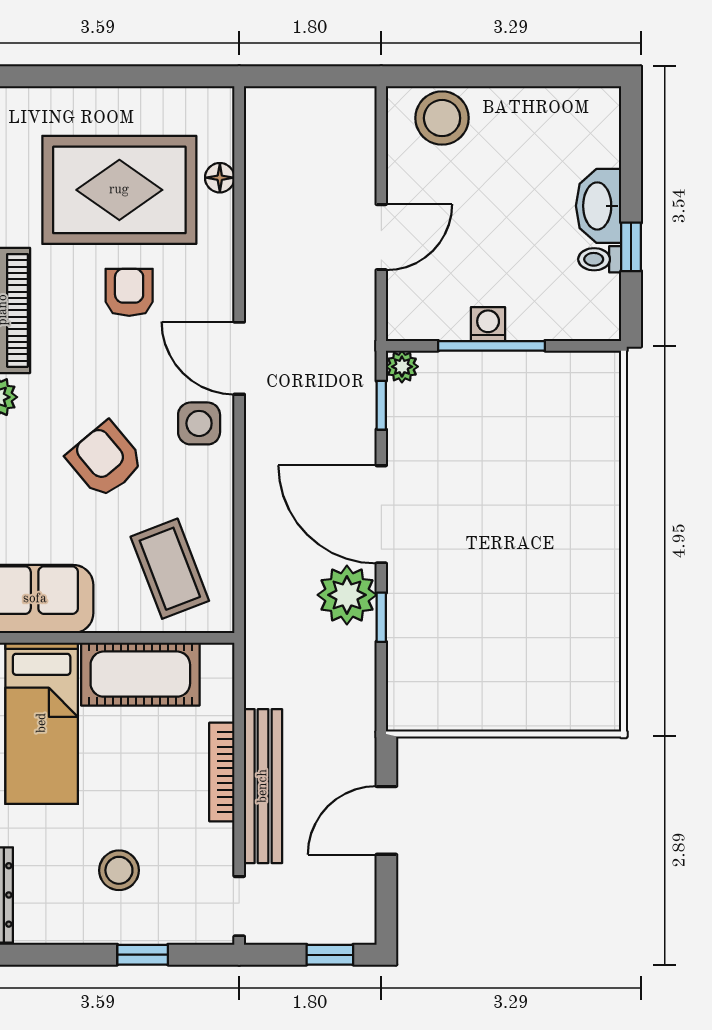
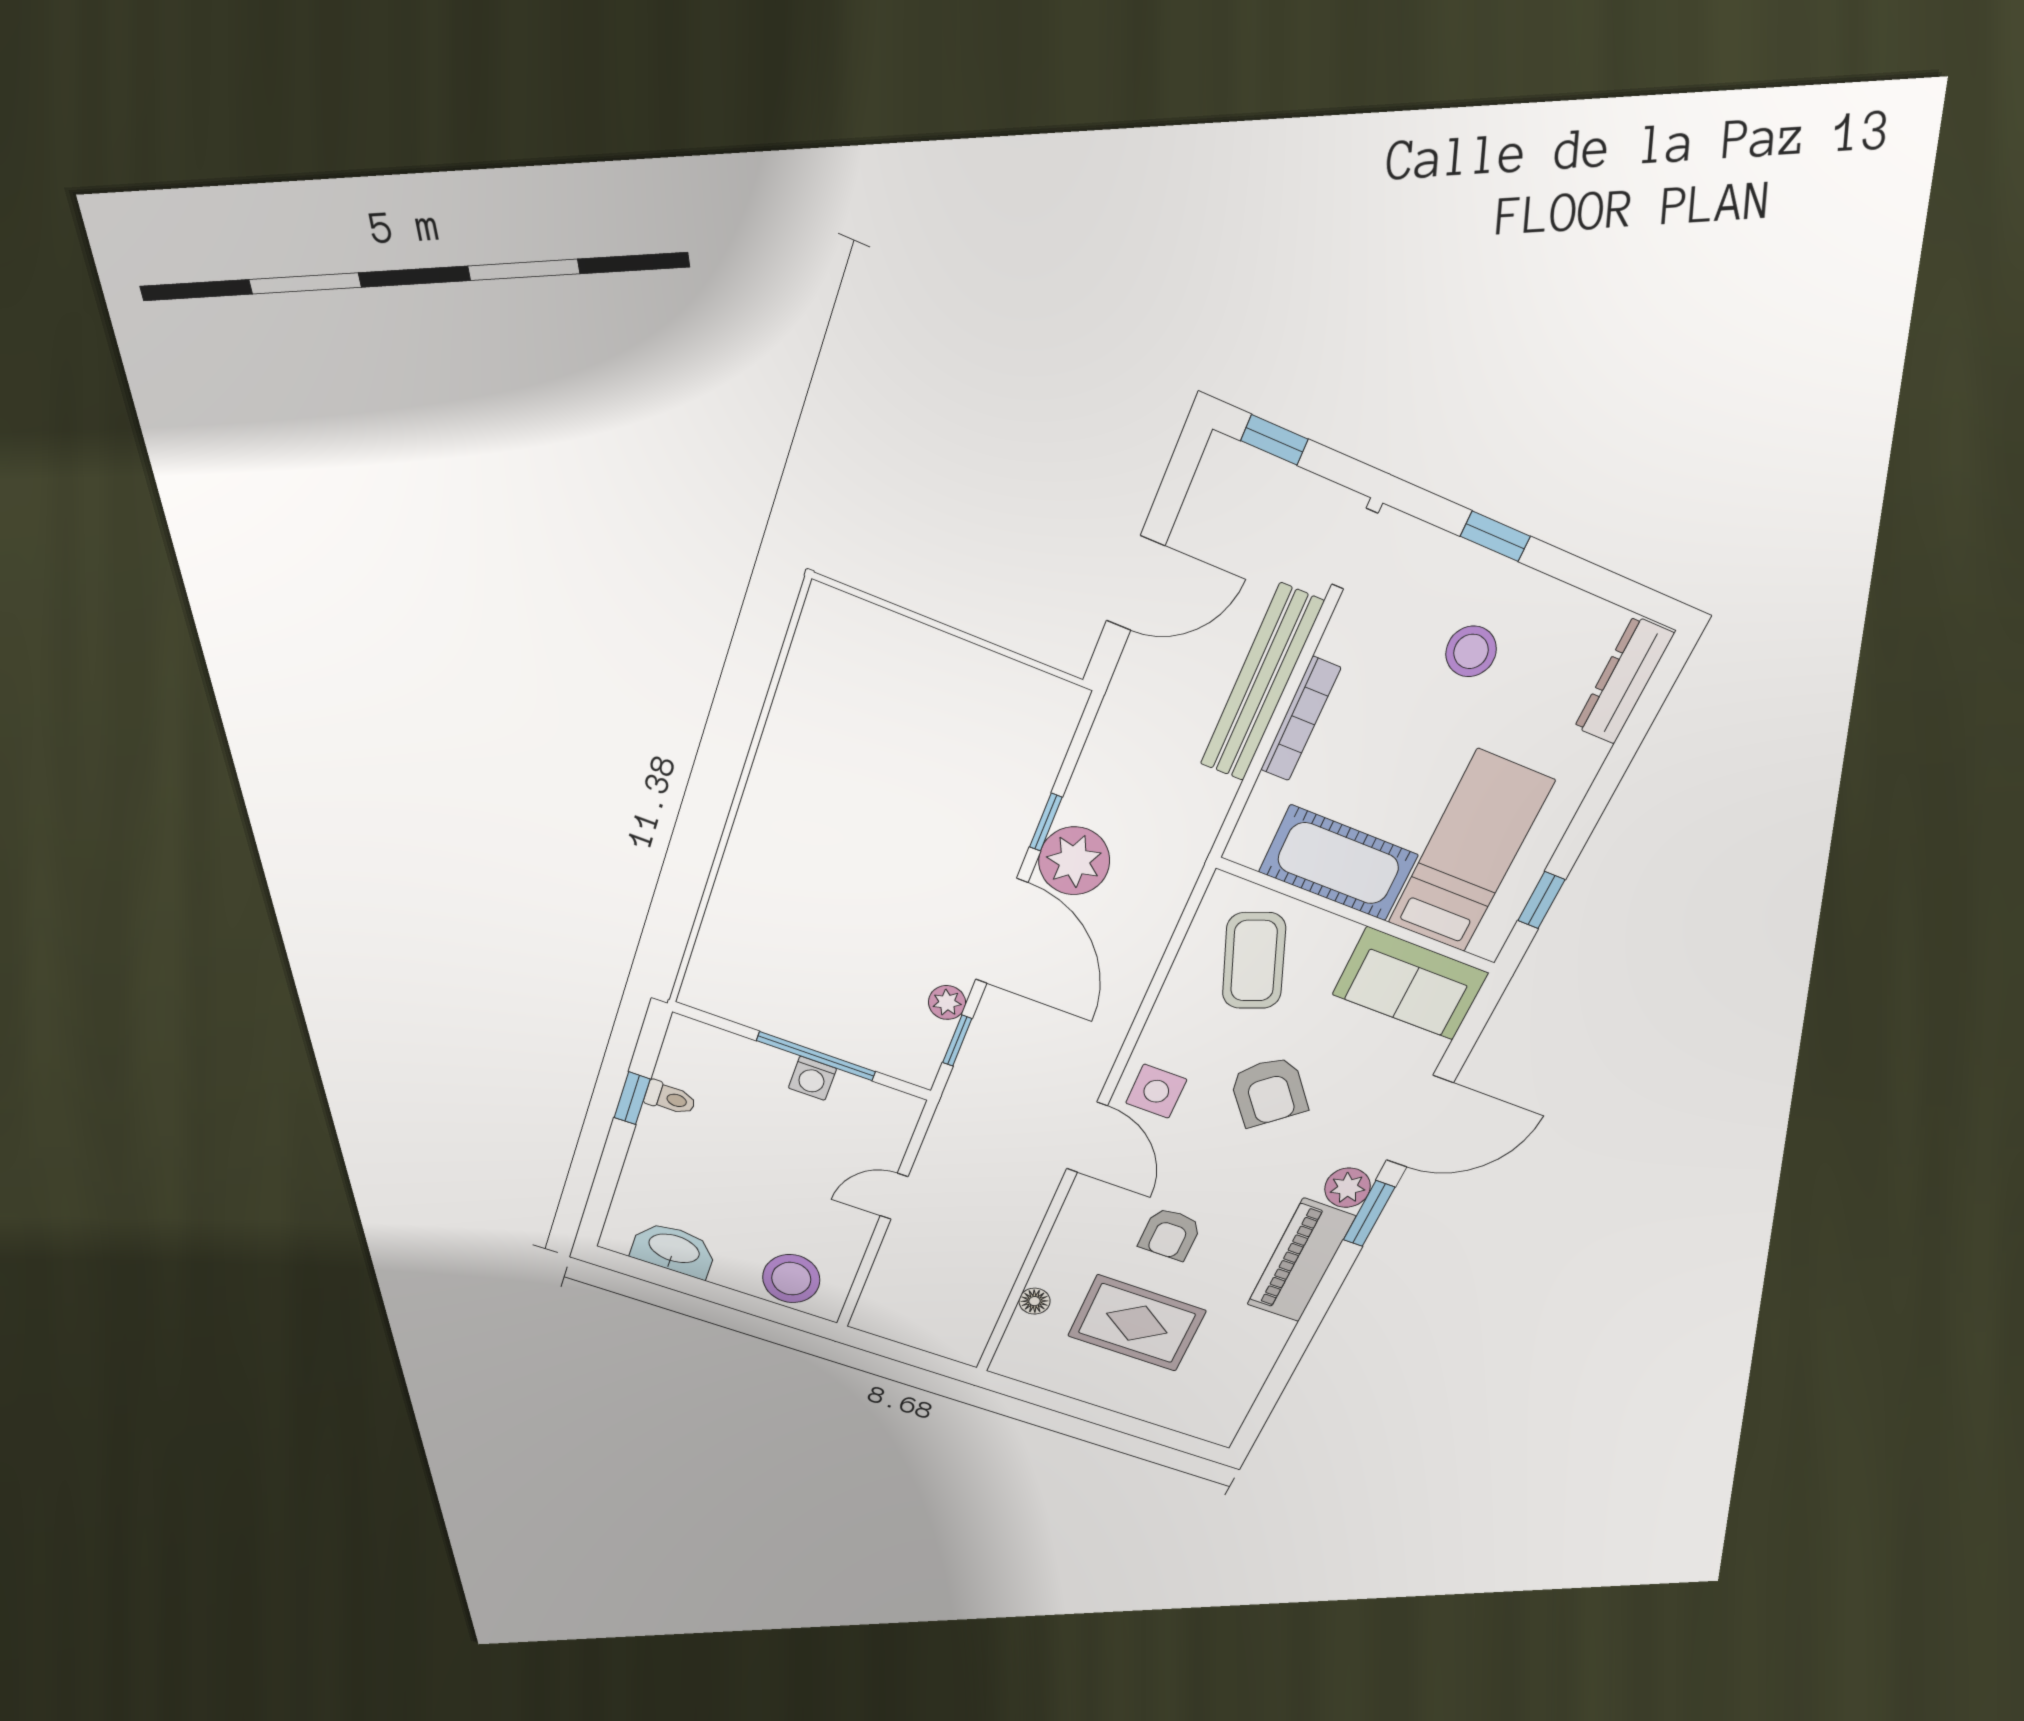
rug: (119, 190) -> (1137, 1323), width x0.73, depth x0.69
washbasin: (599, 206) -> (674, 1250), moved, turned -90
door: (381, 237) -> (894, 1196), width x0.73
plant: (402, 367) -> (947, 1002), moved

